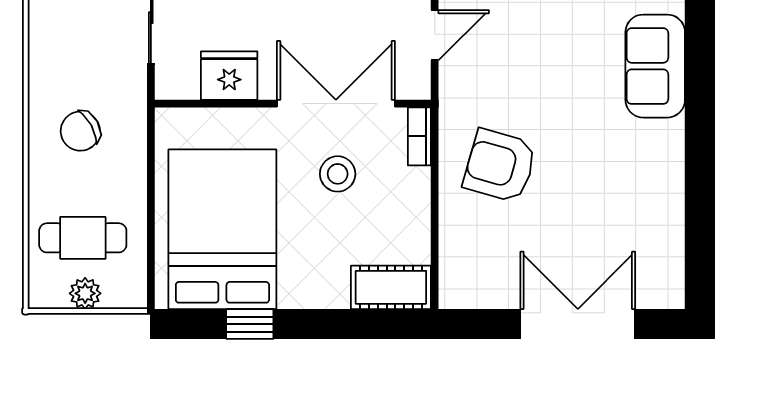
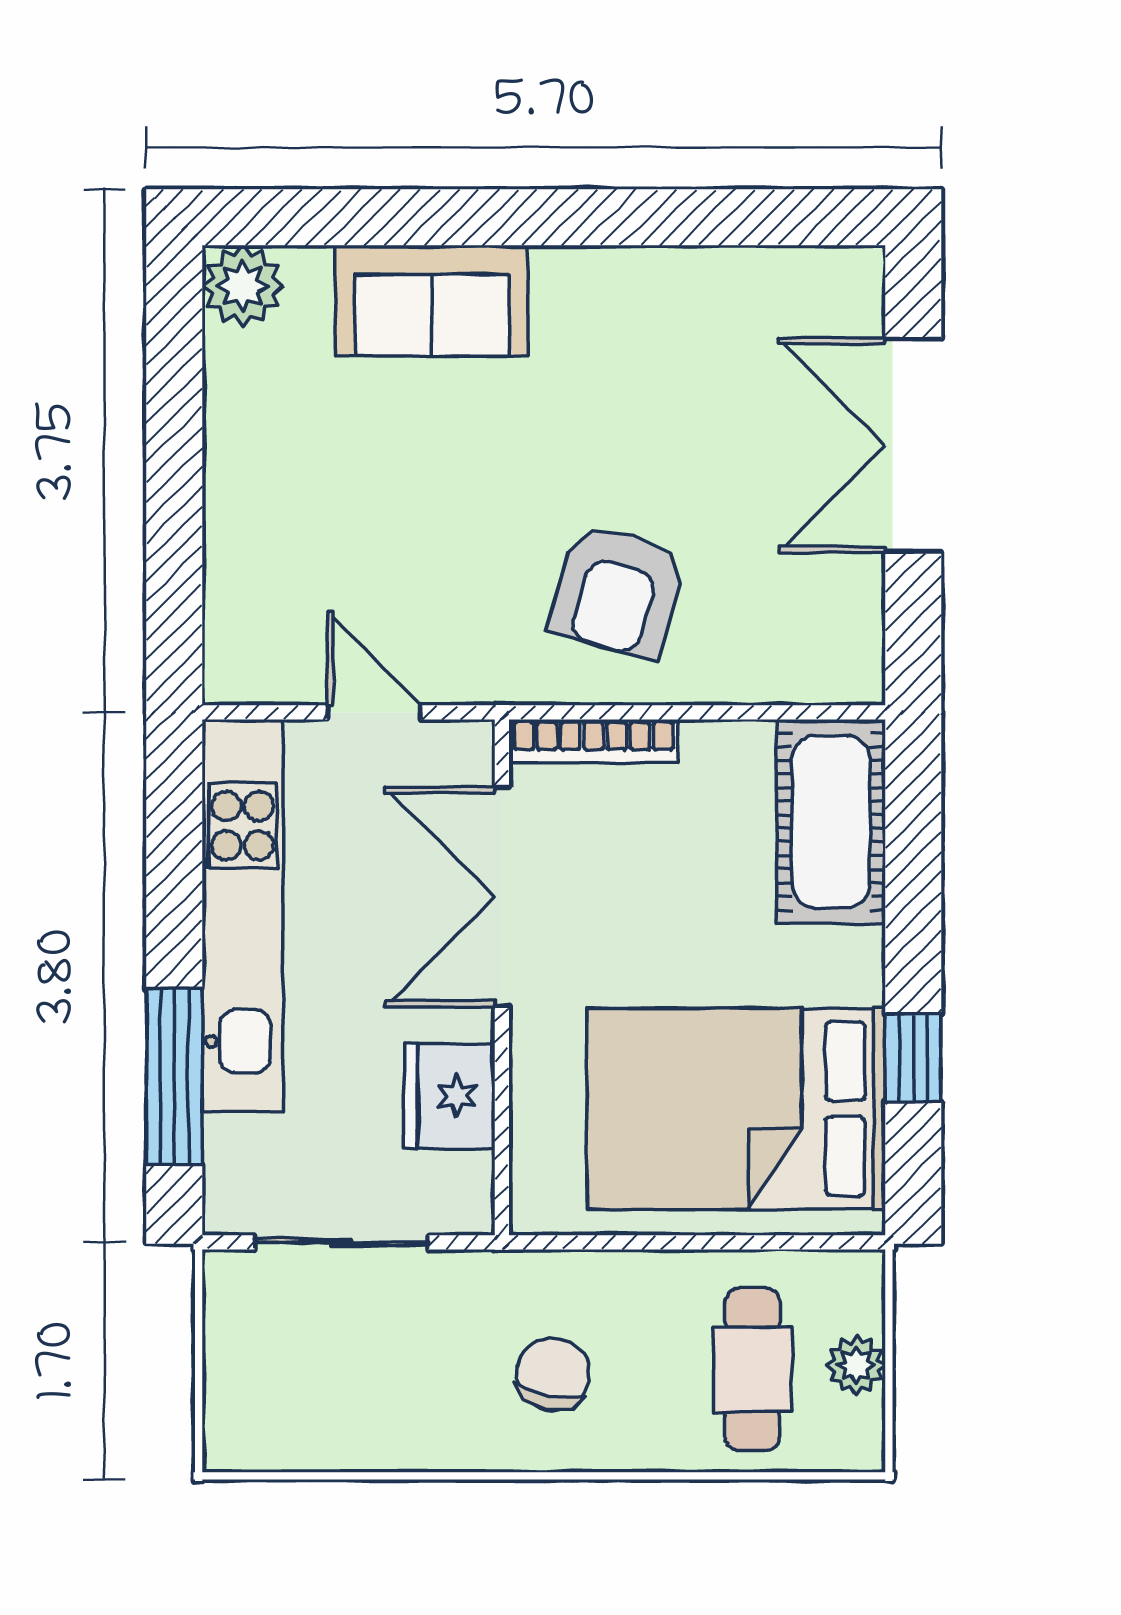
chair: (80, 131) -> (553, 1374), turned -140
bookcase: (419, 136) -> (593, 741), width x1.56
stool: (338, 174) -> (633, 894), removed
cot: (391, 287) -> (831, 822), width x1.37, depth x1.34

